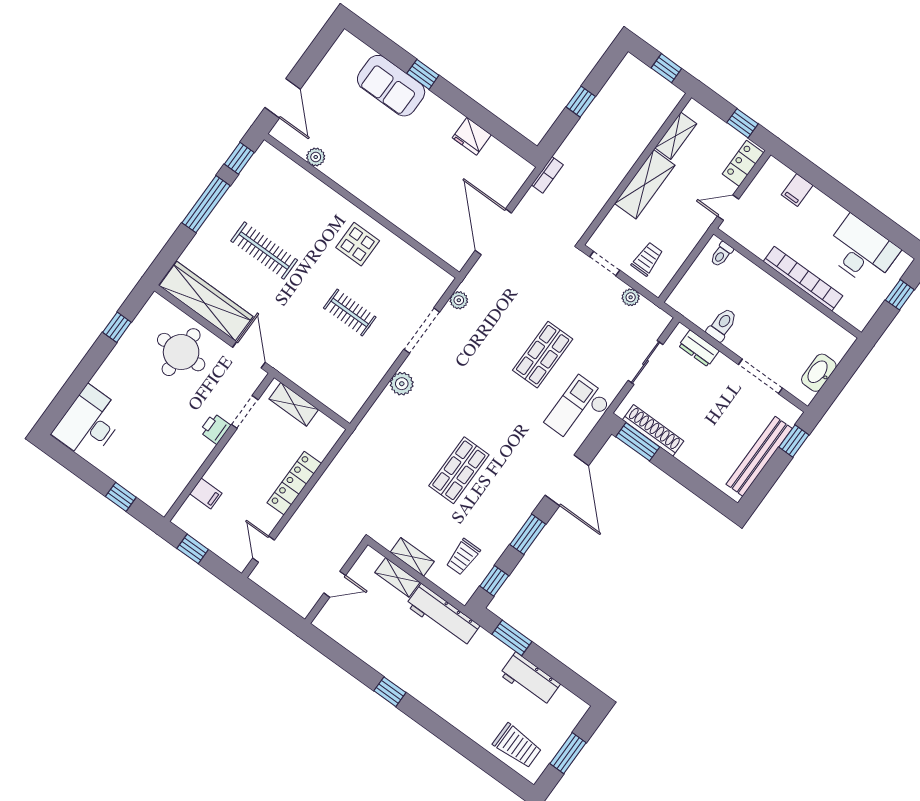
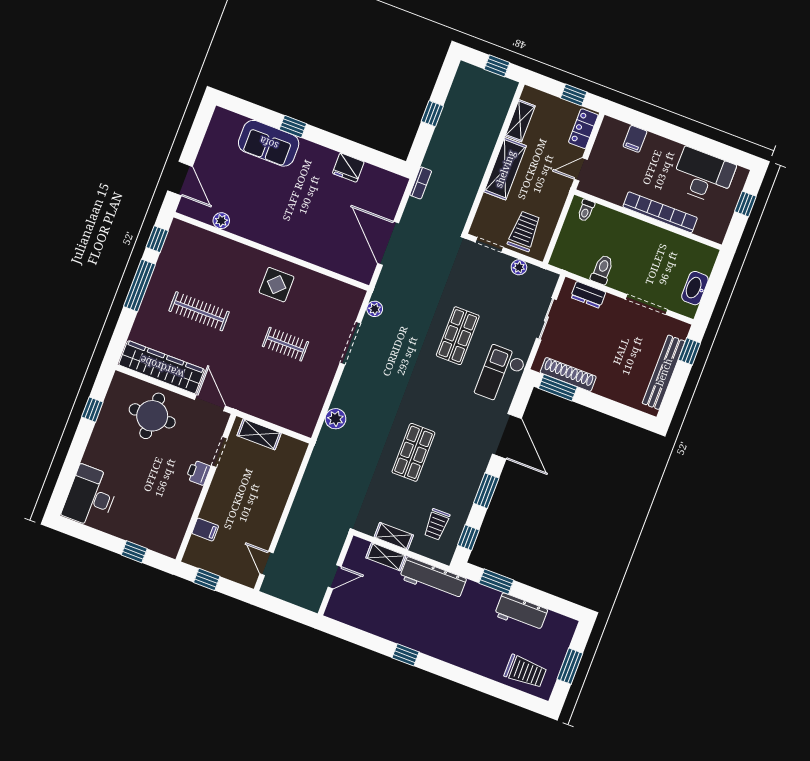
trolley: (647, 259) -> (524, 231), width x1.36, depth x1.39
plant: (402, 384) -> (335, 419), moved
locker: (294, 483) -> (277, 501), removed

